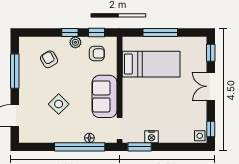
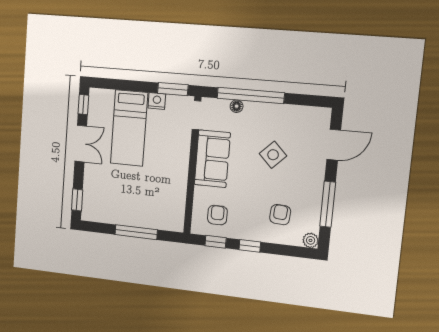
plant: (75, 42) -> (311, 240), moved
armchair: (97, 53) -> (217, 215), turned 90
armchair: (49, 59) -> (280, 215), turned -146
bed: (151, 64) -> (129, 128), moved, turned -90
double door: (211, 86) -> (81, 144), moved
side table: (200, 136) -> (97, 97), removed

